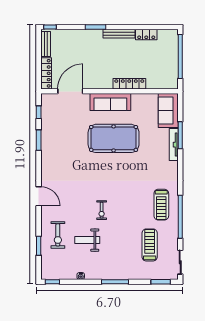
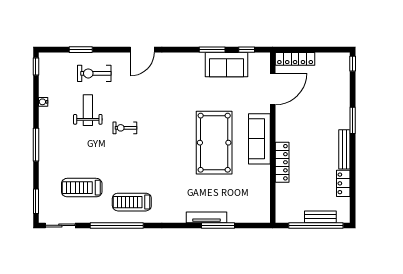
bench: (46, 44) -> (320, 217), moved
door: (70, 91) -> (273, 89), hinge flipped
sofa: (168, 111) -> (226, 65), moved, turned 180
treadmill: (150, 245) -> (82, 188), turned 180

